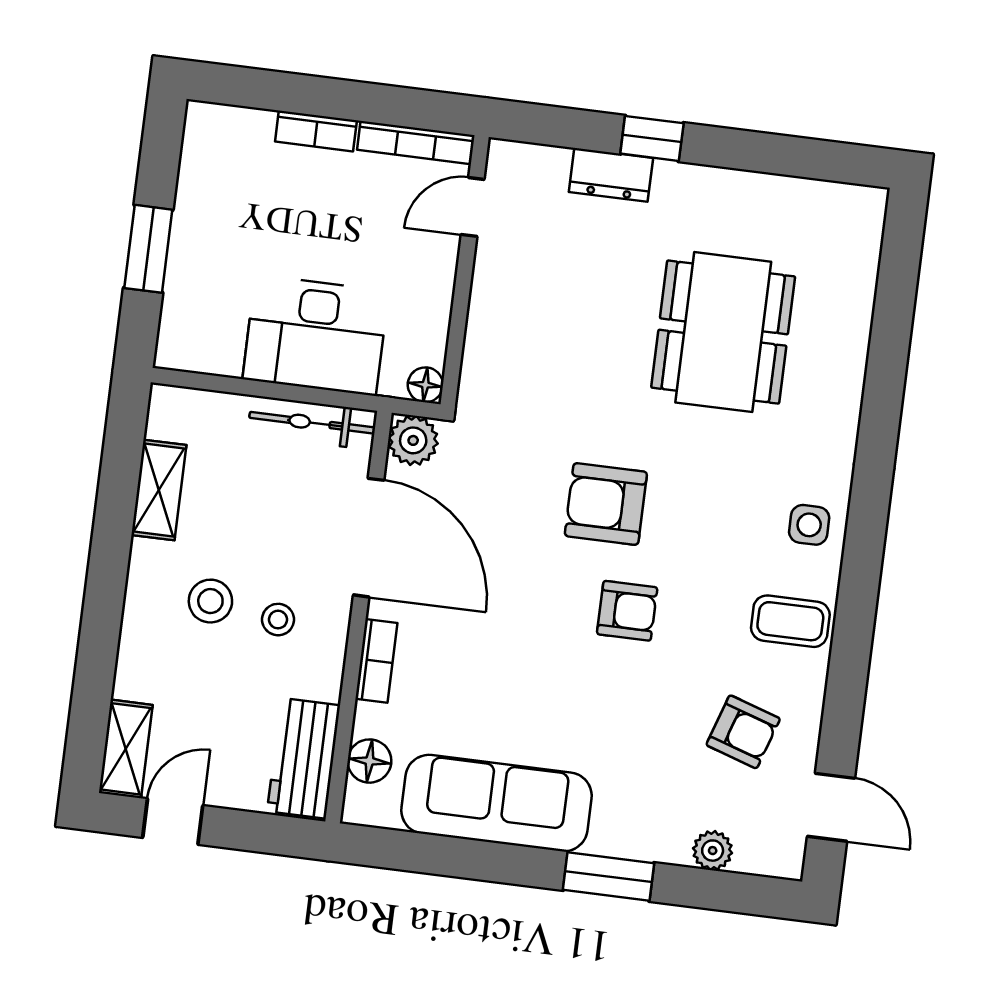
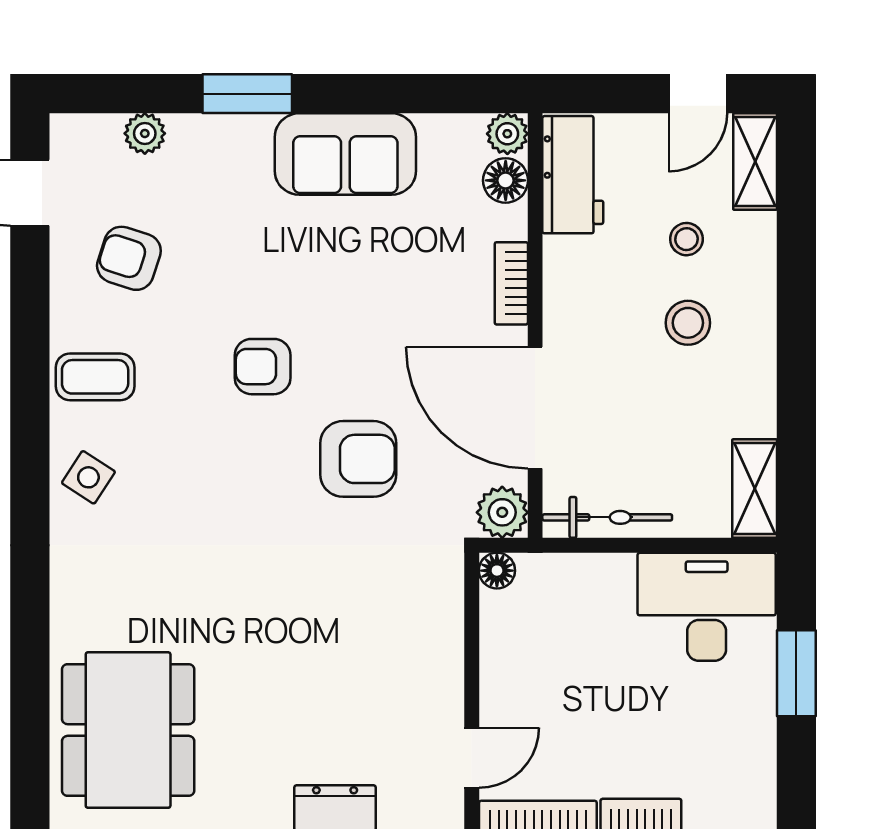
dining table: (723, 332) -> (128, 730), moved
desk: (316, 335) -> (707, 607), moved
shelving: (159, 490) -> (755, 489), moved
armchair: (606, 504) -> (358, 459), moved
side table: (809, 525) -> (88, 477), turned 33
stool: (278, 620) -> (686, 239), moved
sofa: (496, 803) -> (345, 154), width x0.73
plant: (362, 806) -> (507, 134), added

